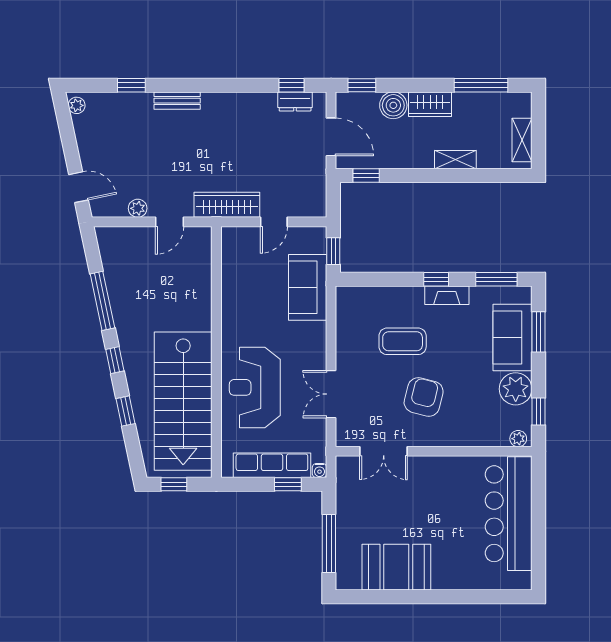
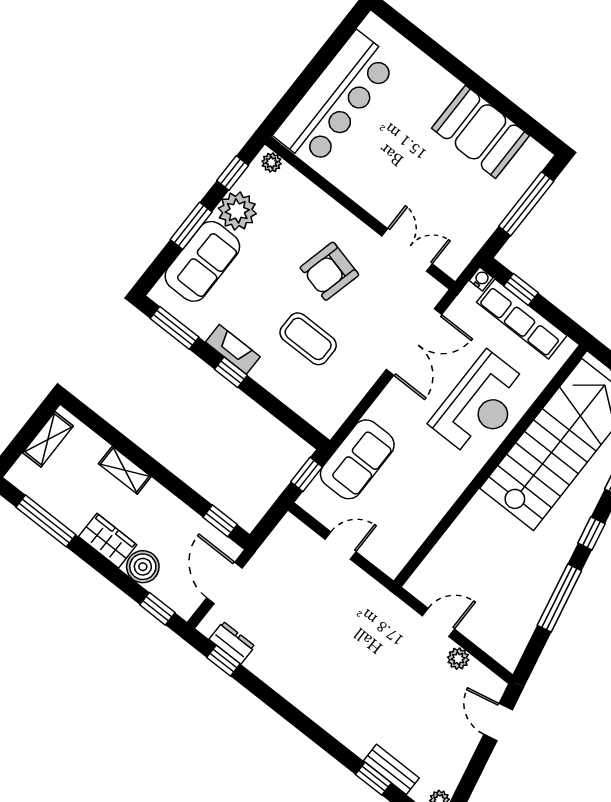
bench: (177, 101) -> (391, 769), moved
wardrobe: (227, 205) -> (372, 596), removed
window: (538, 332) -> (191, 226), moved
double door: (331, 394) -> (414, 342), width x1.37

